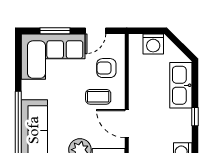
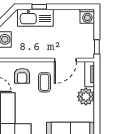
window: (195, 117) -> (39, 7), moved

